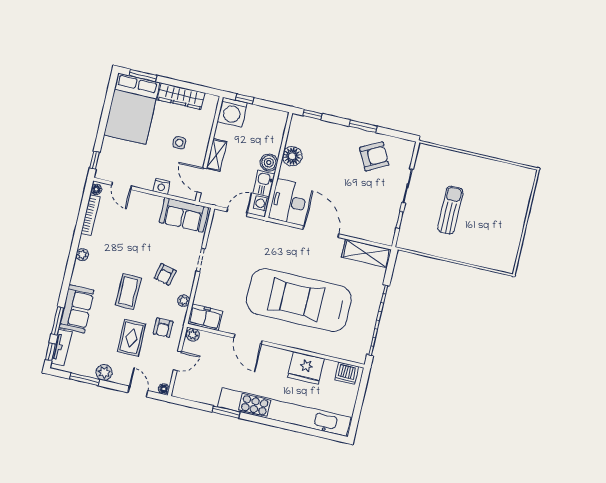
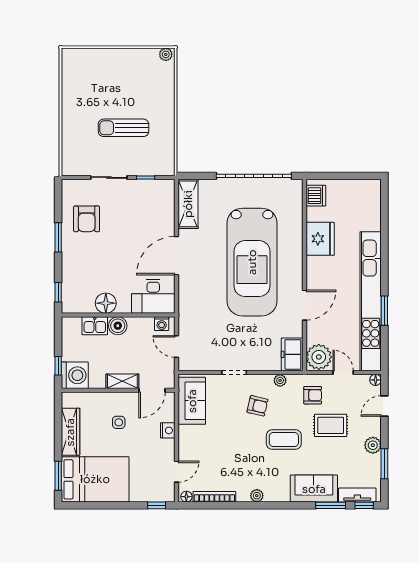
armchair: (374, 156) -> (87, 219), turned -153
kitchen sink: (264, 184) -> (95, 326), moved
plant: (509, 265) -> (166, 54), added
plant: (193, 335) -> (319, 357), width x1.88, depth x1.88
kitchen unit: (284, 412) -> (371, 301), moved

